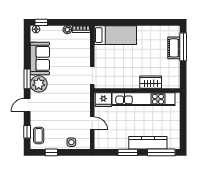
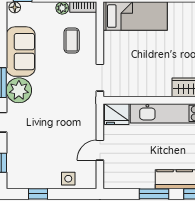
door: (92, 123) -> (100, 150), swing flipped
coffee table: (39, 135) -> (72, 41), moved

